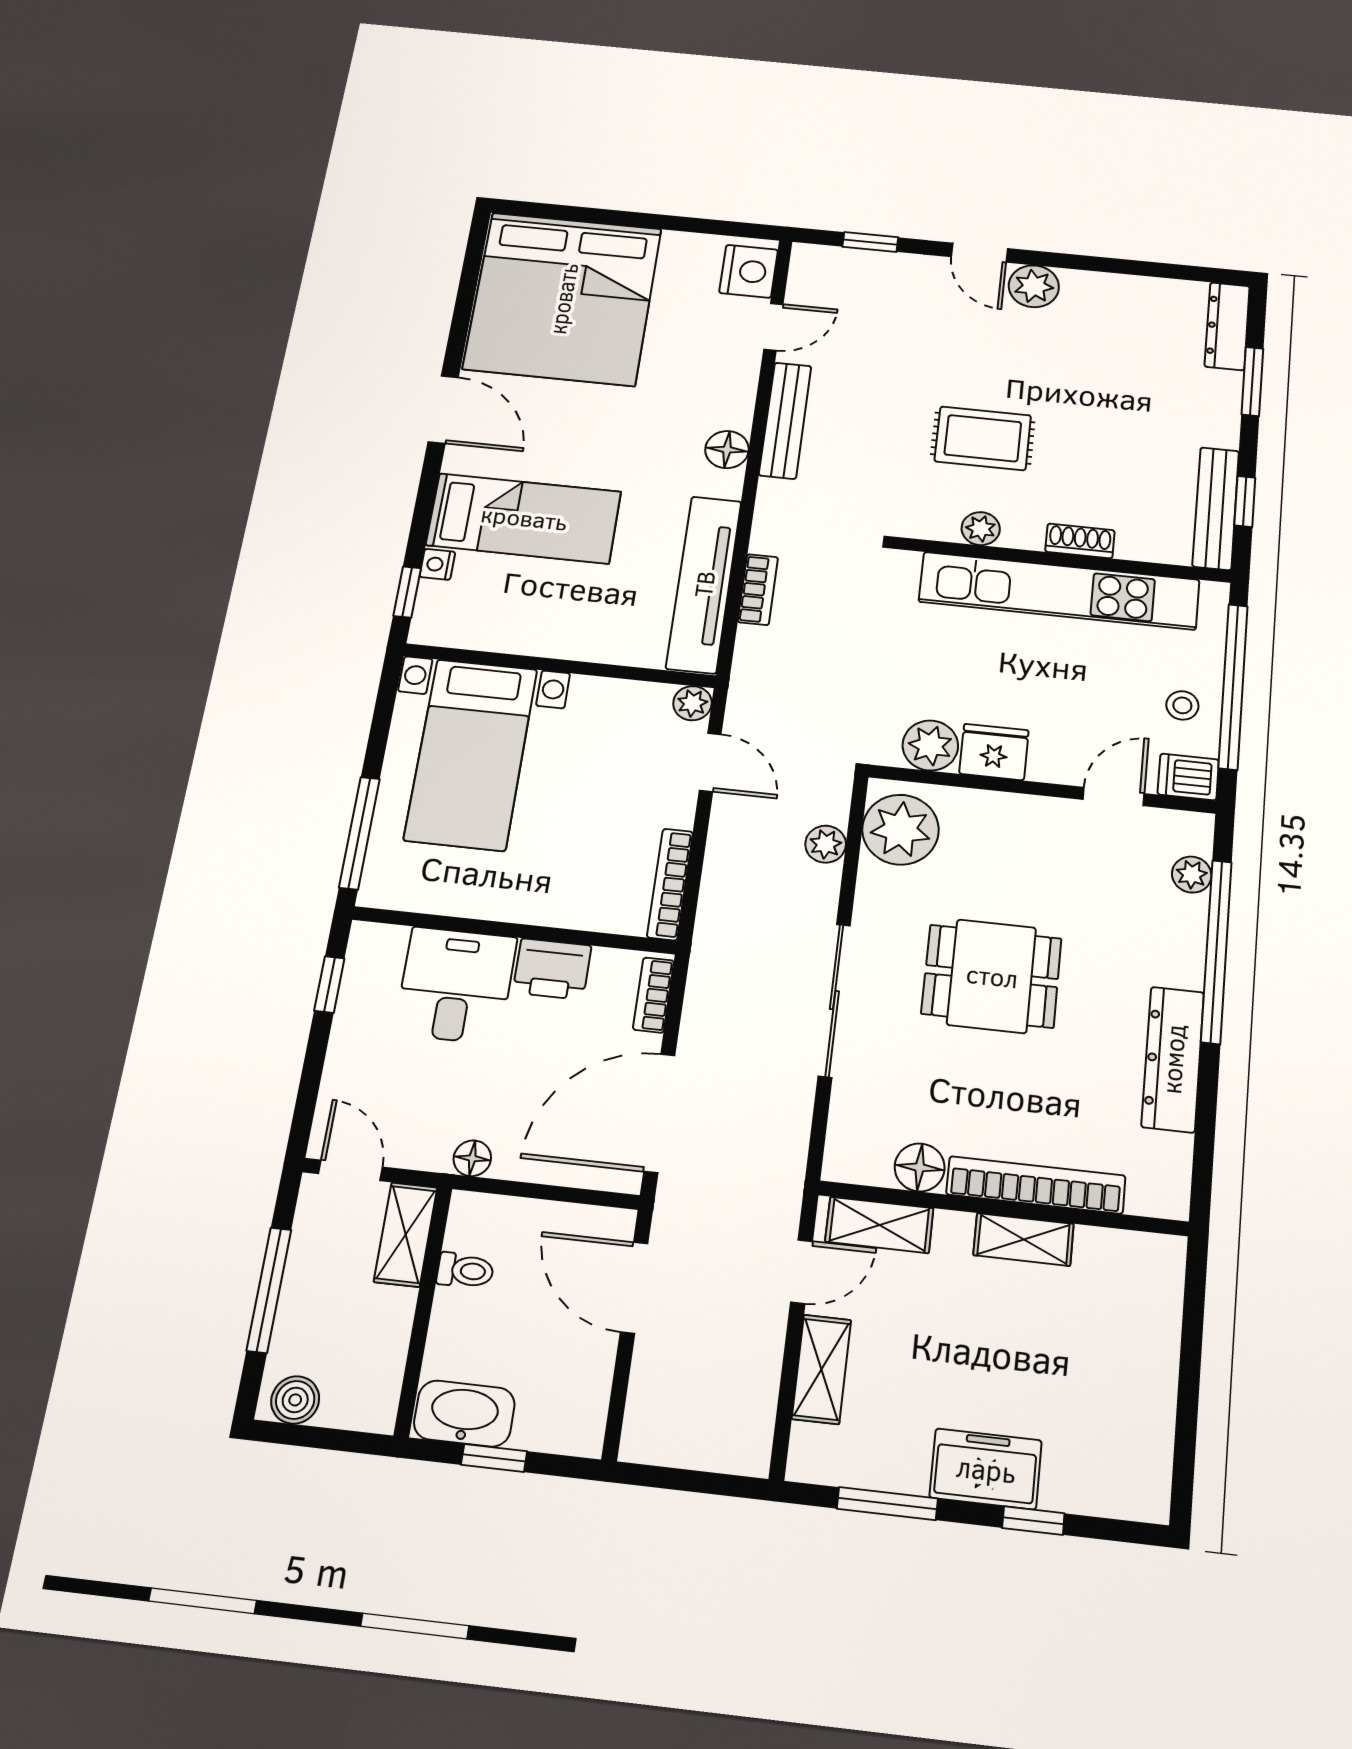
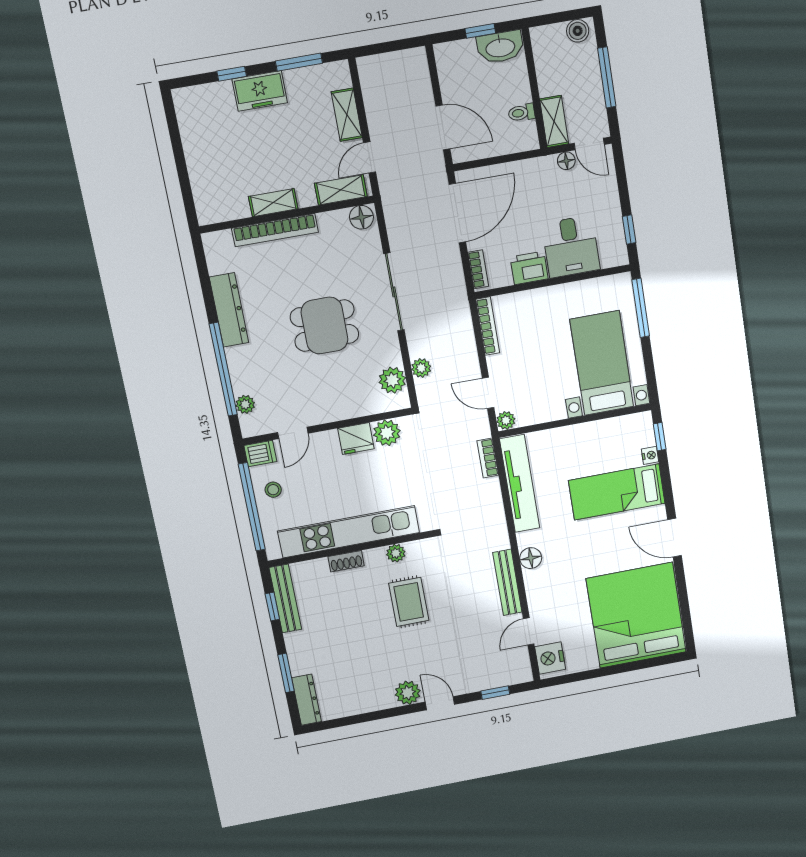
rug: (983, 438) -> (409, 602), turned 90
bookcase: (758, 590) -> (488, 458), moved
plant: (901, 830) -> (392, 380), width x0.73, depth x0.73
floor lamp: (472, 1158) -> (566, 161), moved
floor lamp: (920, 1167) -> (361, 217), moved

